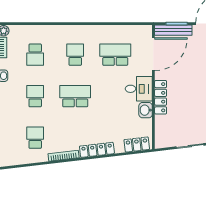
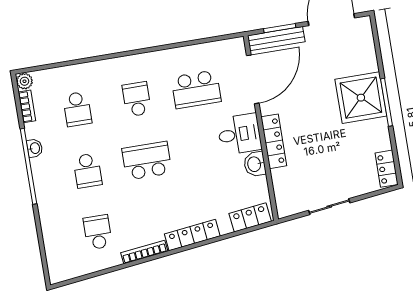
school desk: (115, 55) -> (196, 89), turned 180
school desk: (35, 96) -> (87, 171), turned 180

